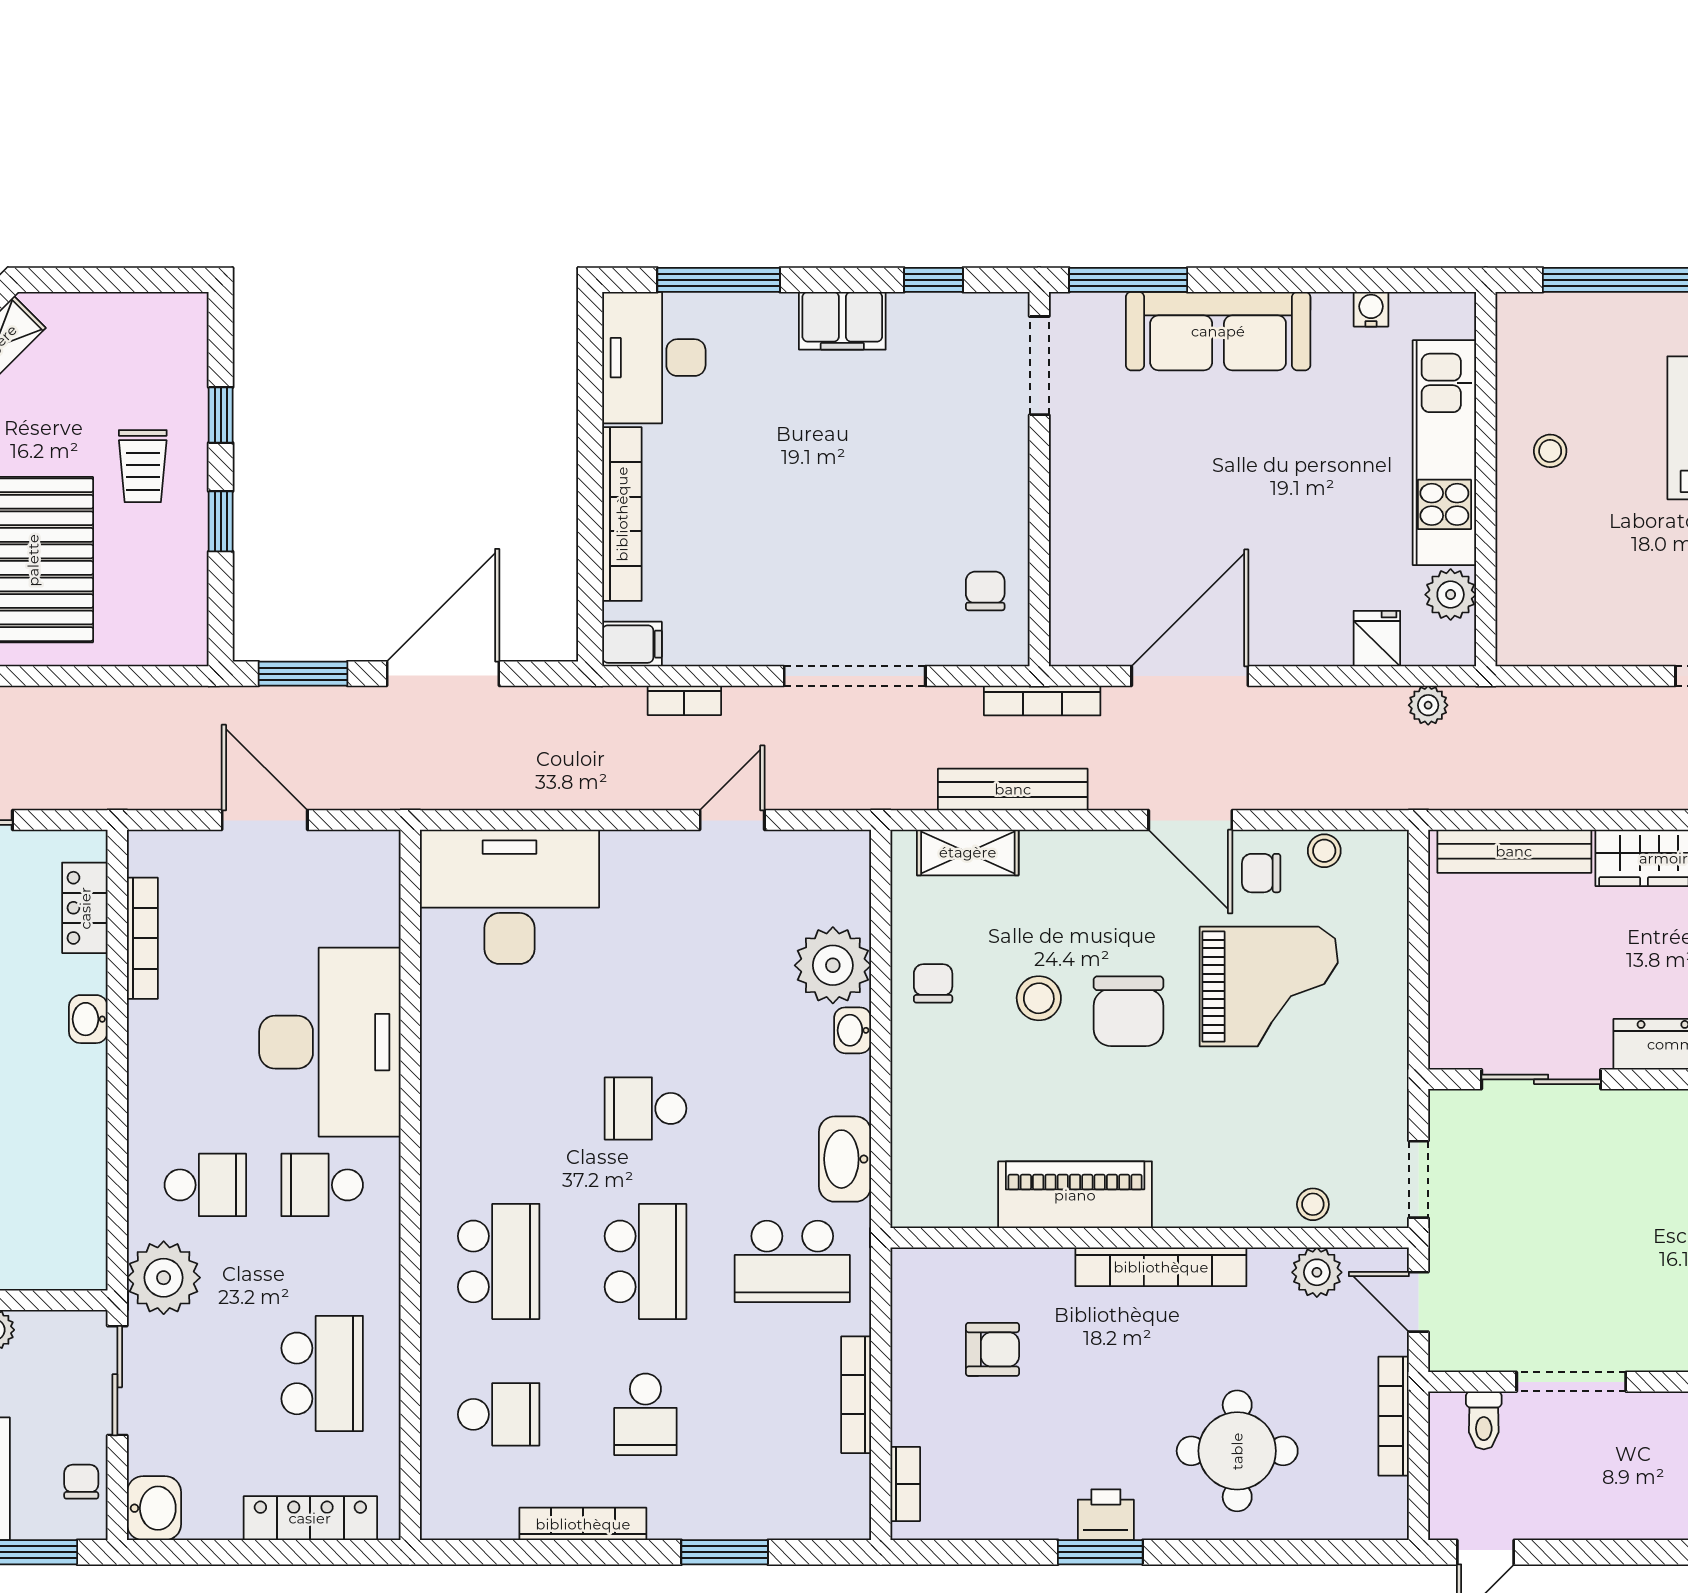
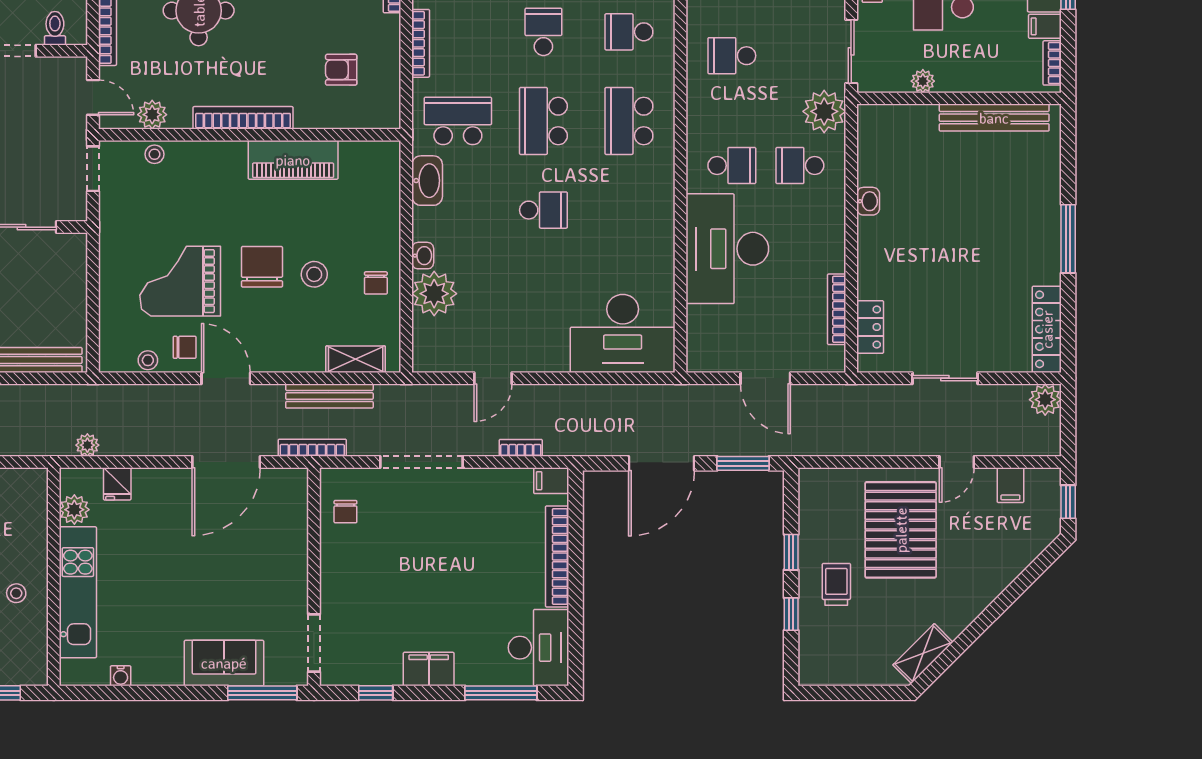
sofa: (1218, 331) -> (224, 663), width x0.73
washbasin: (88, 1019) -> (868, 201), moved
school desk: (322, 1373) -> (732, 56), width x0.54

